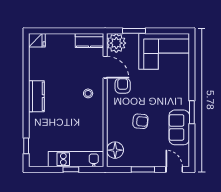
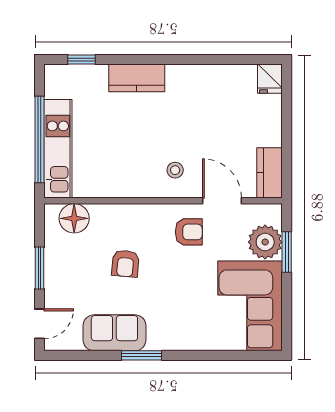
plant: (116, 43) -> (265, 242), moved
door: (105, 67) -> (222, 201), swing flipped
kitchen counter: (36, 96) -> (137, 78), moved
window: (71, 169) -> (40, 139), width x3.17

